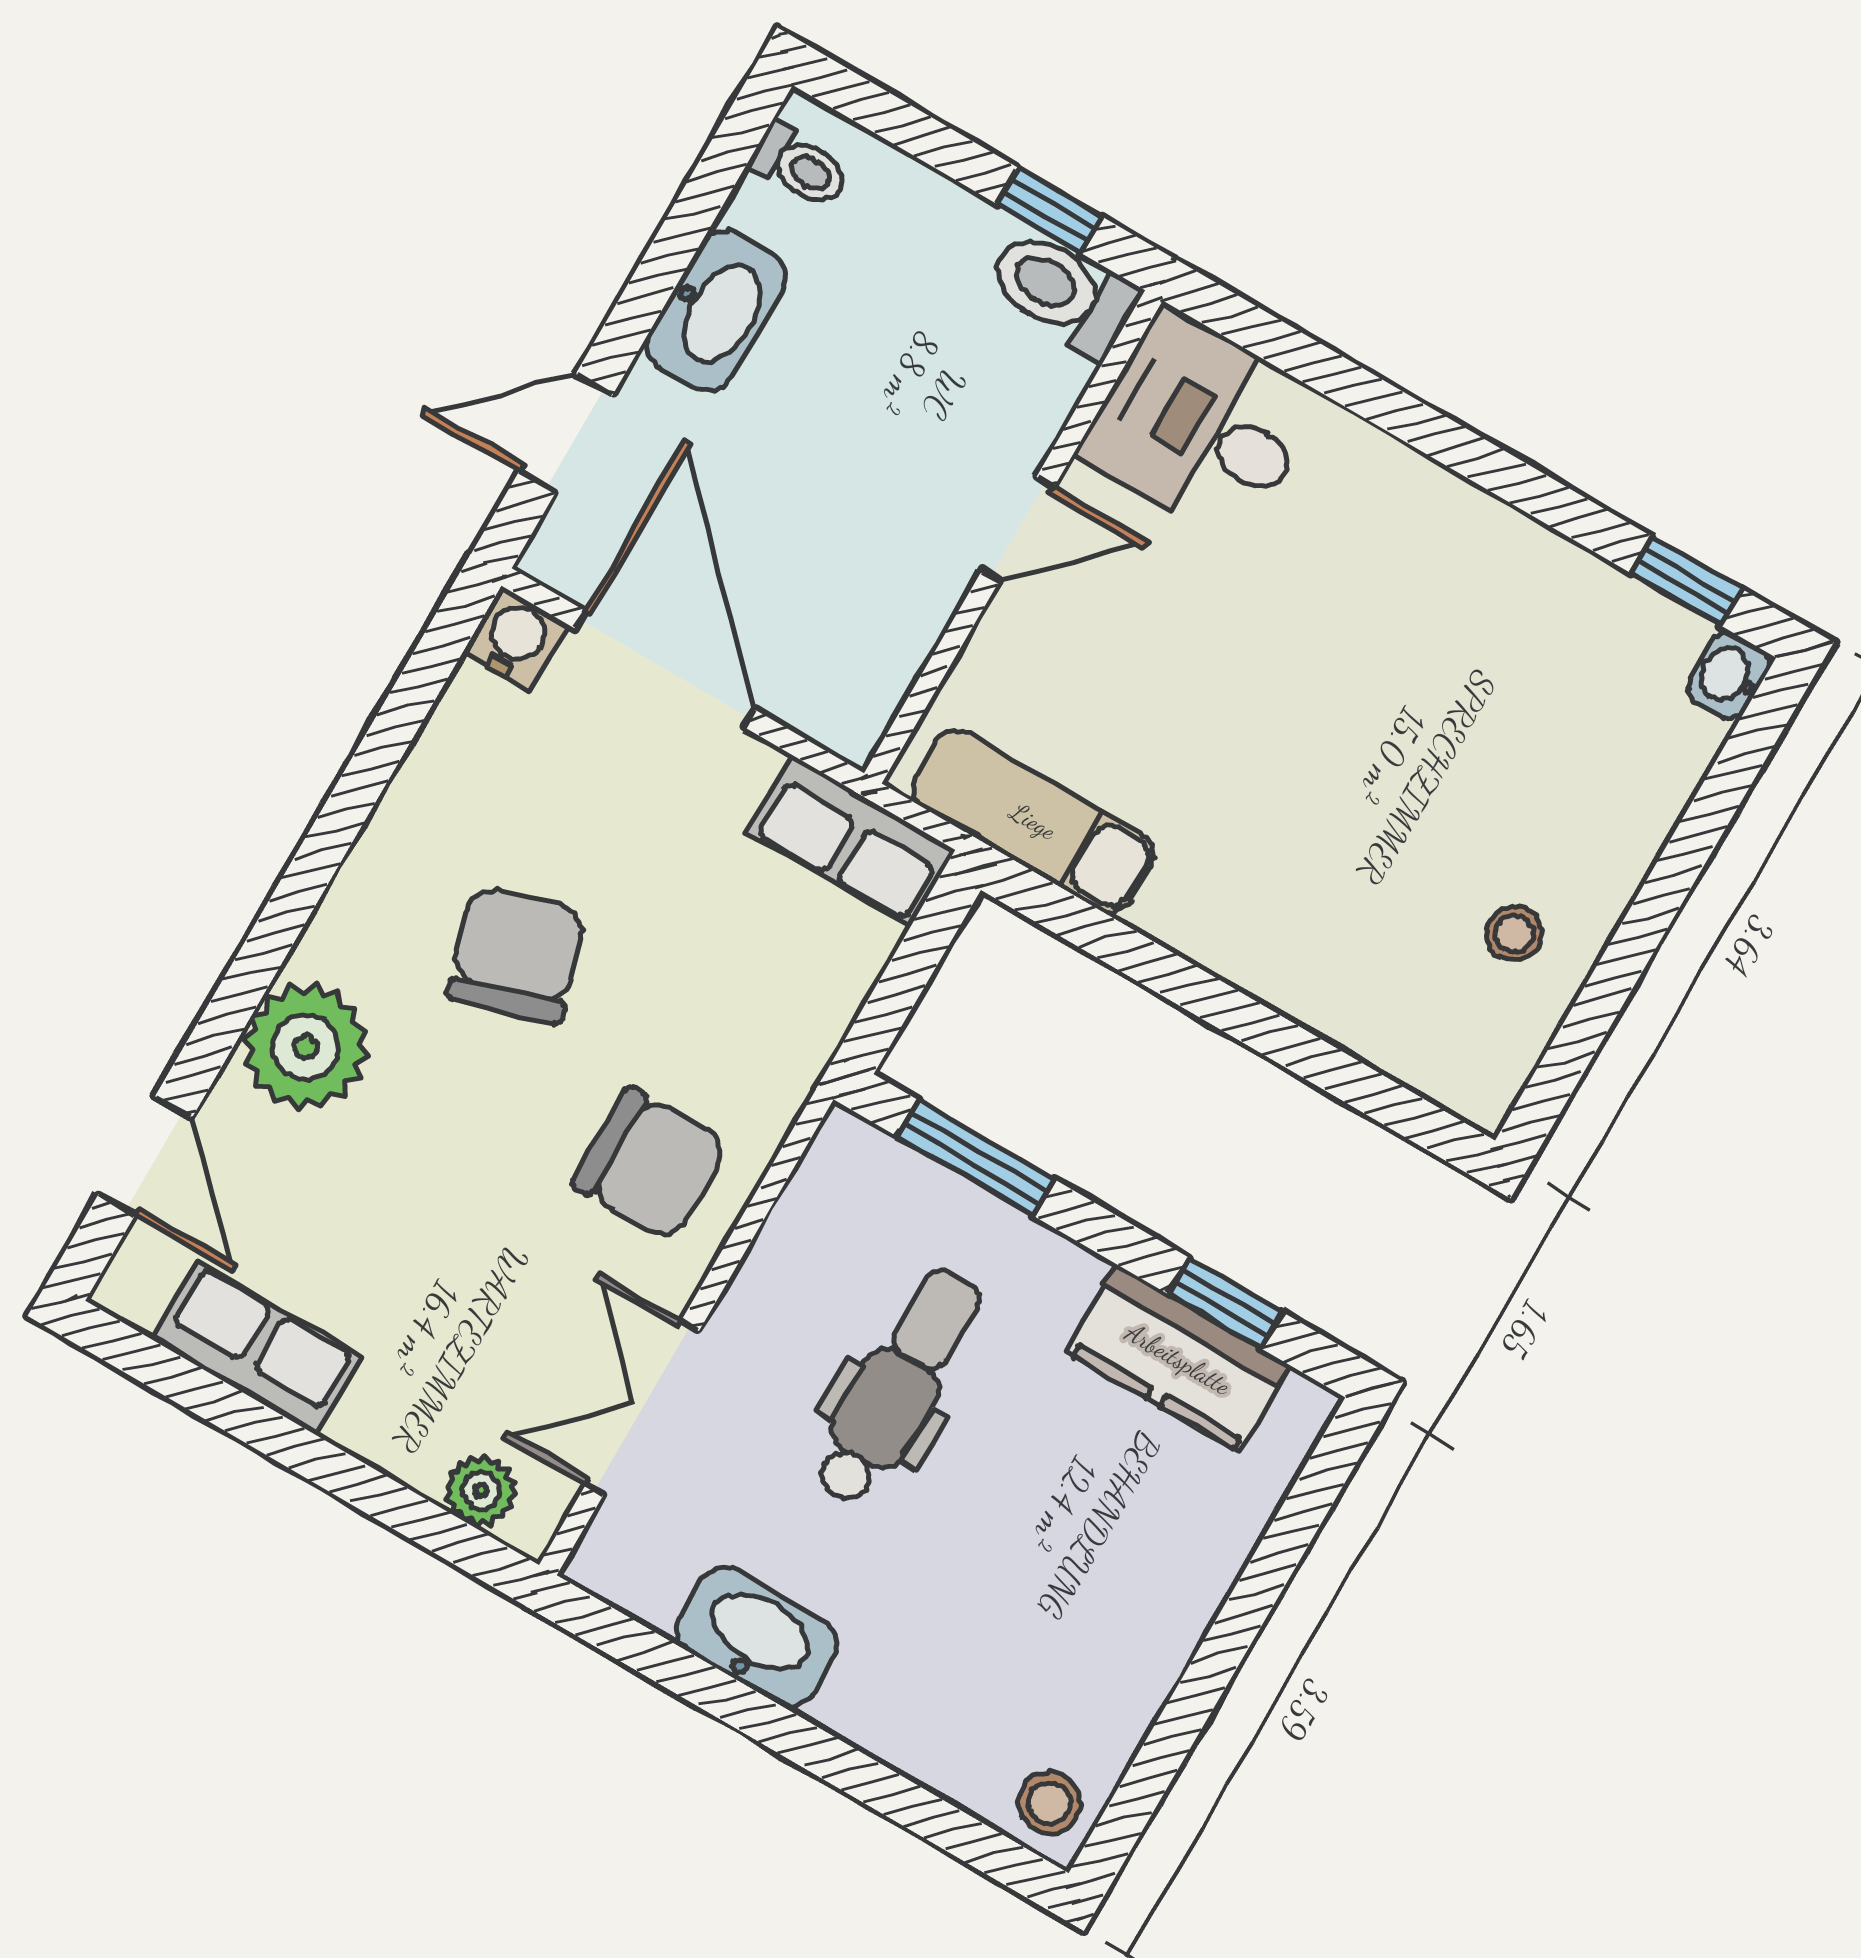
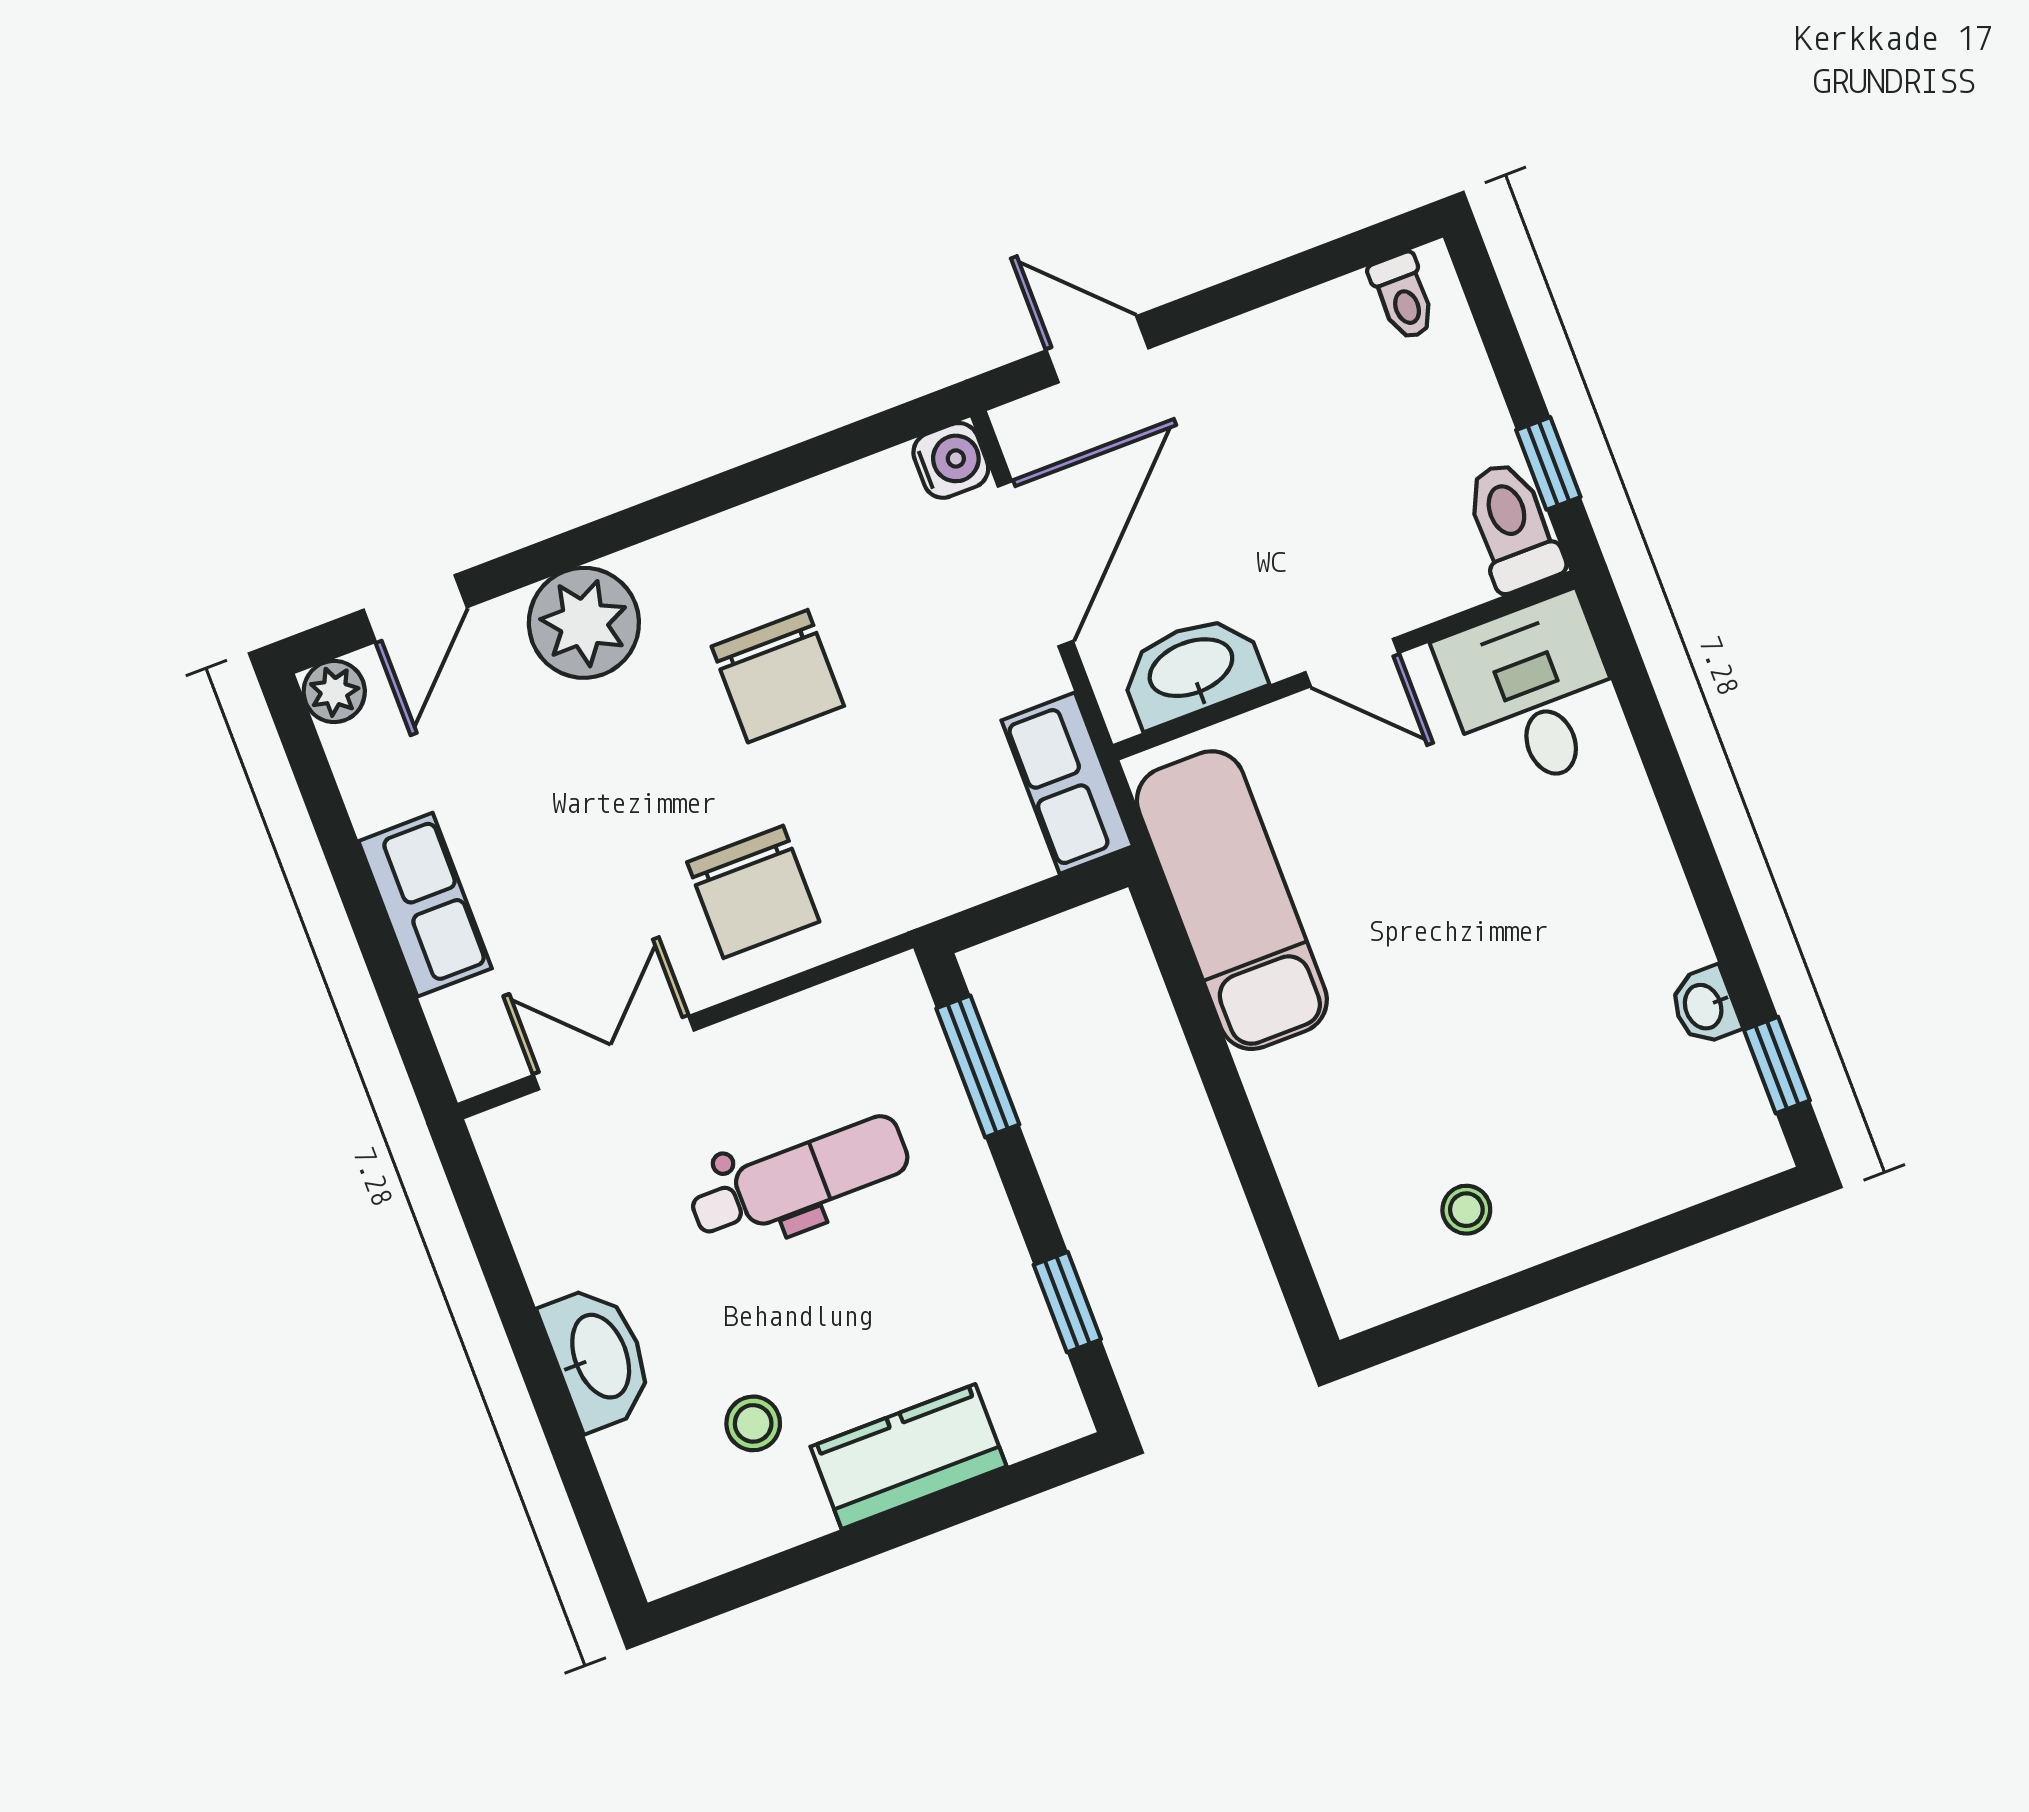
washbasin: (716, 310) -> (1192, 670), moved, turned 180
washbasin: (1728, 676) -> (1705, 1006), moved, turned -90
exam couch: (1033, 821) -> (1232, 900), width x1.36, depth x1.45
chair: (517, 955) -> (778, 676), turned 107
row of seats: (257, 1348) -> (425, 905), moved
kitchen counter: (1178, 1359) -> (908, 1457), moved, turned 90
plant: (481, 1491) -> (334, 692), moved
washbasin: (757, 1637) -> (598, 1357), moved
stool: (1049, 1803) -> (753, 1423), moved

